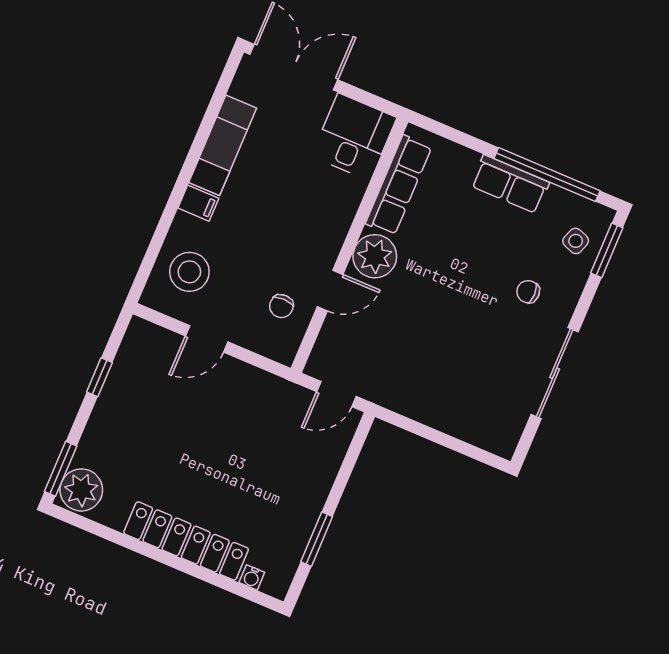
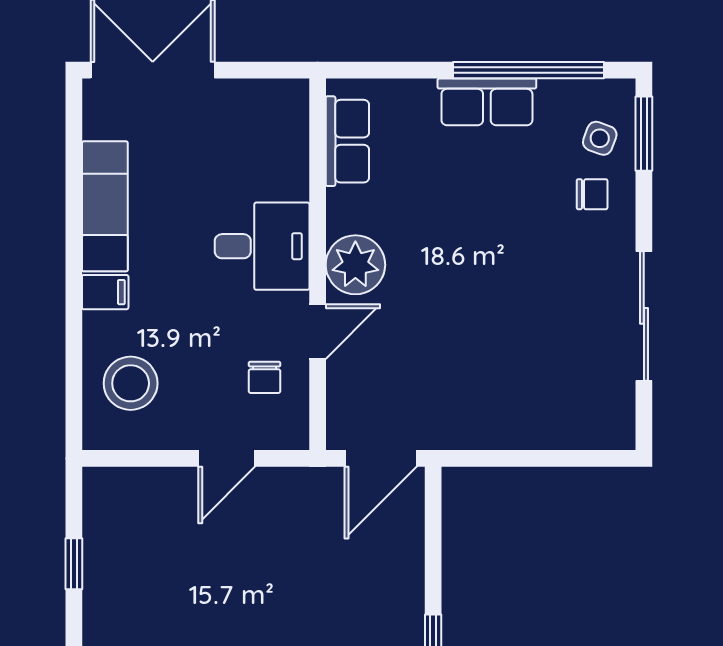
desk: (354, 137) -> (262, 246), moved, turned 90
row of seats: (399, 185) -> (347, 141), width x0.68
chair: (528, 292) -> (592, 194), moved, turned 180
door: (207, 339) -> (227, 458), moved
door: (336, 394) -> (381, 458), width x1.38

